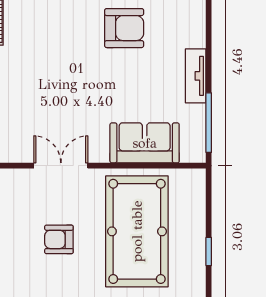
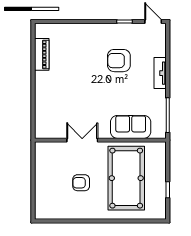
armchair: (124, 28) -> (119, 61), turned 180
tv unit: (196, 76) -> (160, 73), moved

